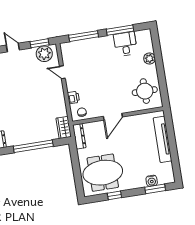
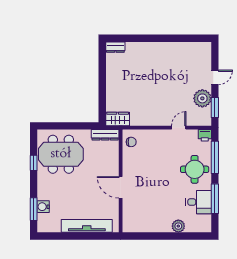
plant: (44, 54) -> (202, 98), moved
round table: (145, 91) -> (195, 169), moved
printer: (73, 98) -> (205, 135), moved
door: (113, 117) -> (121, 187), moved
window: (33, 146) -> (102, 82), removed
meeting table: (103, 173) -> (61, 154), turned 90

